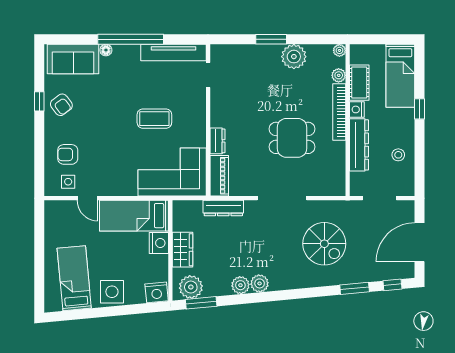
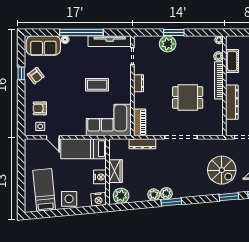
plant: (294, 57) -> (168, 44), moved
nightstand: (357, 109) -> (230, 79), removed
dresser: (217, 141) -> (139, 83), moved
nightstand: (159, 243) -> (100, 177), moved
spiral stairs: (324, 244) -> (222, 170), moved
window: (201, 303) -> (171, 202), moved

